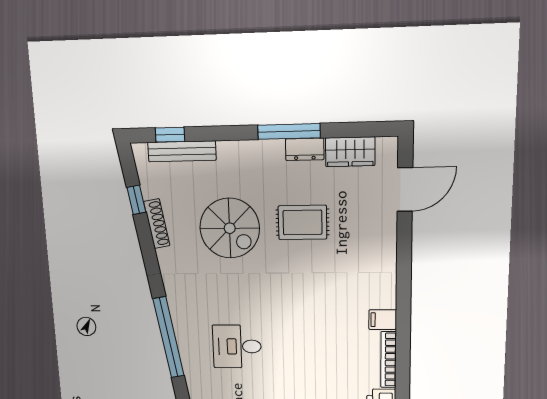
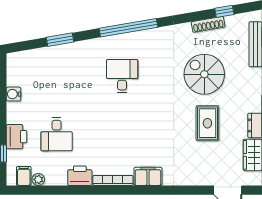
spiral stairs: (230, 228) -> (204, 74), turned 90
filing cabinet: (383, 320) -> (148, 176), width x2.00

